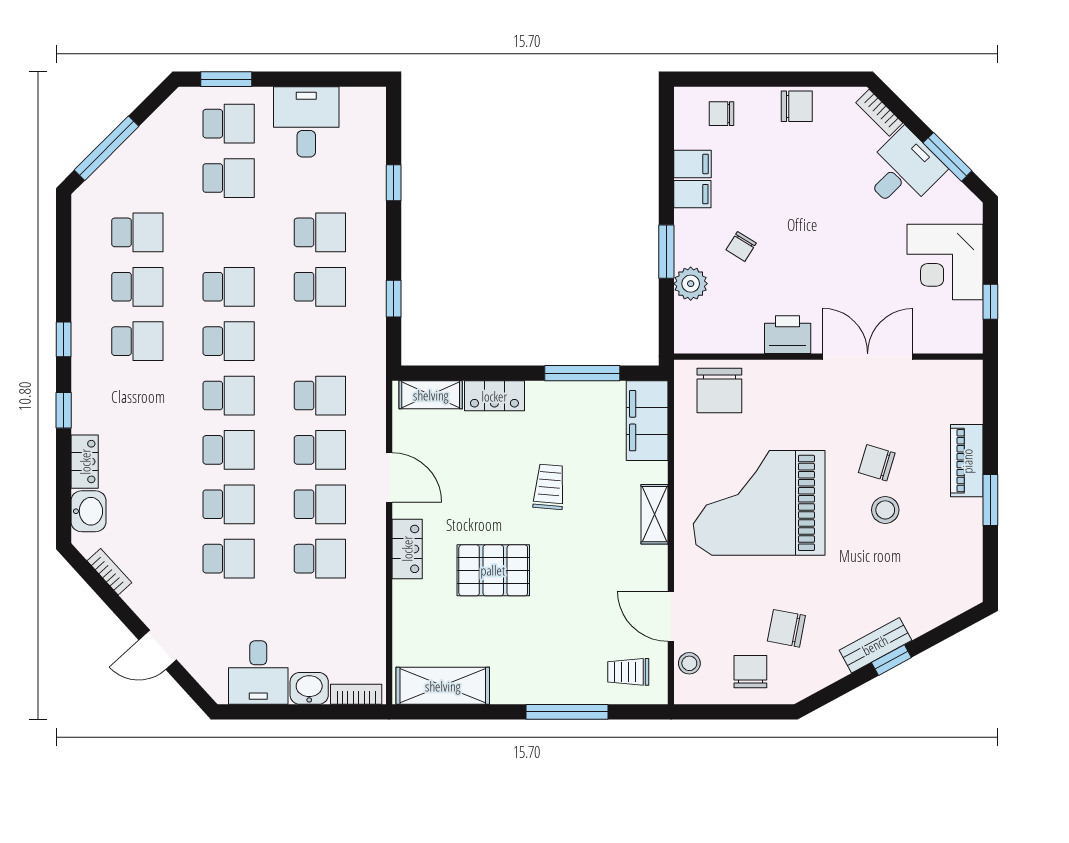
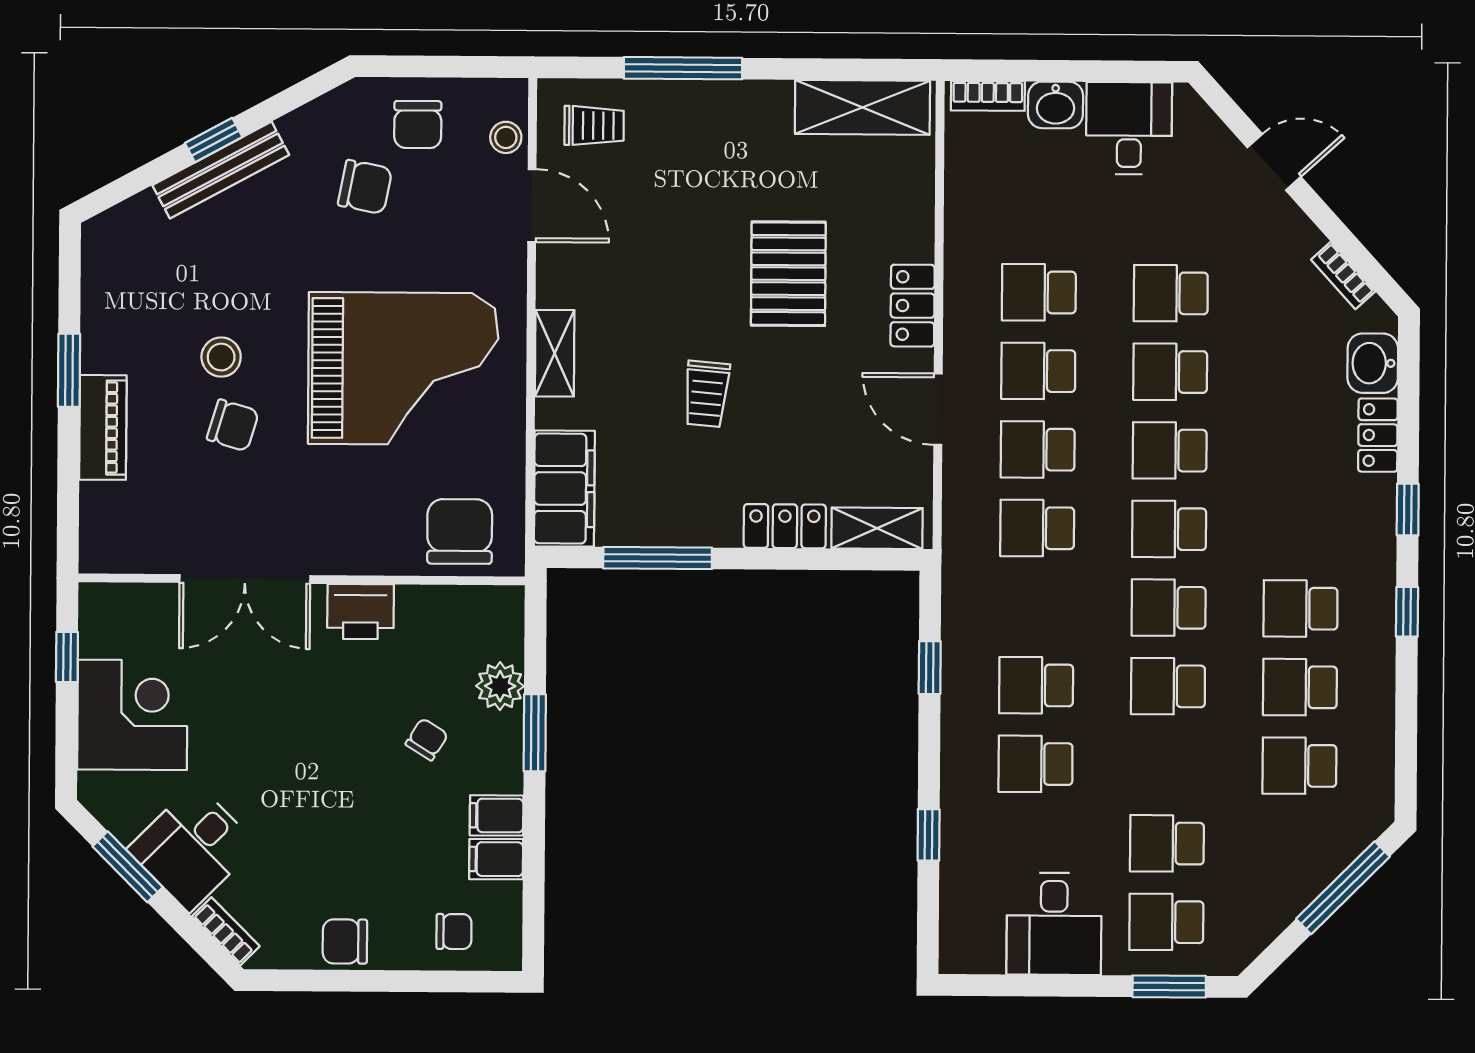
pallet: (493, 570) -> (788, 274), turned 90
bench: (875, 645) -> (221, 170), width x1.36

